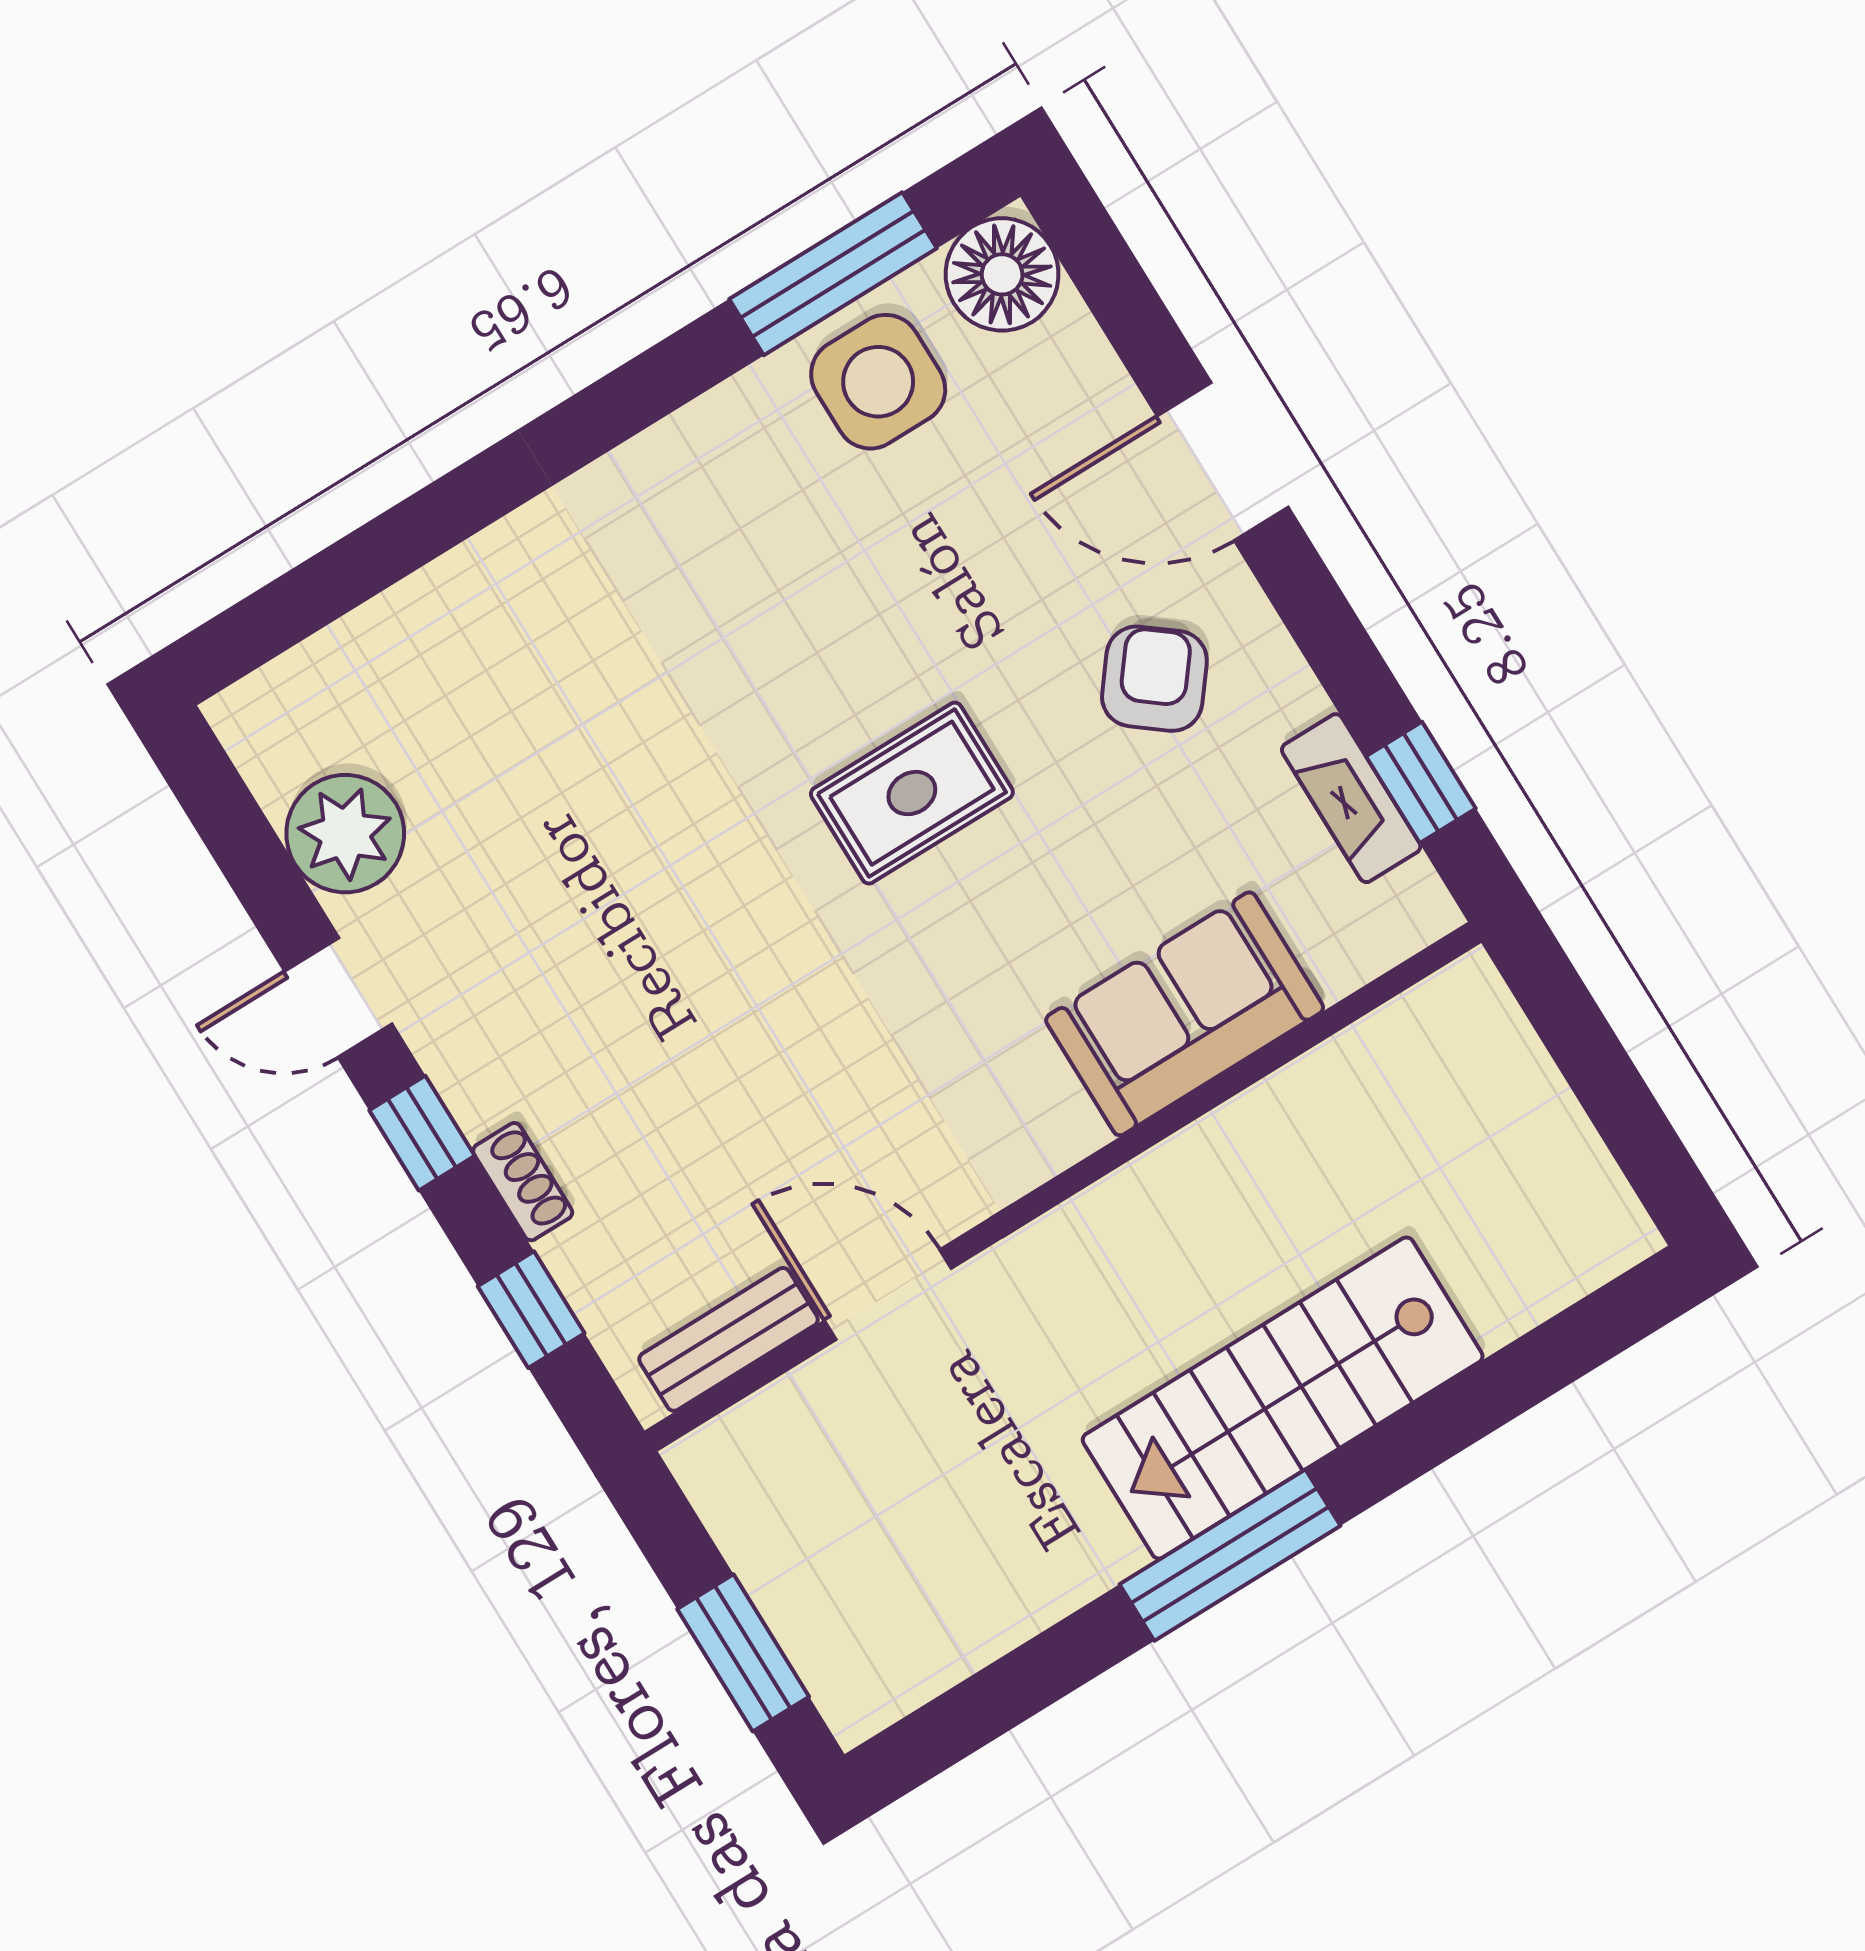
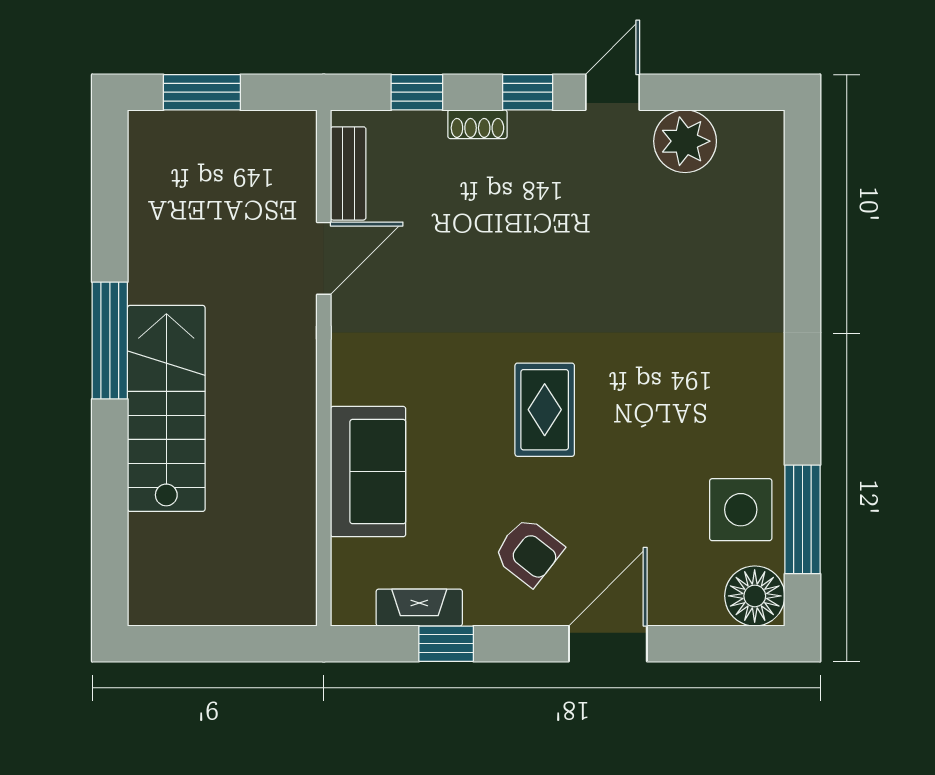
window: (1421, 782) -> (446, 644), moved

